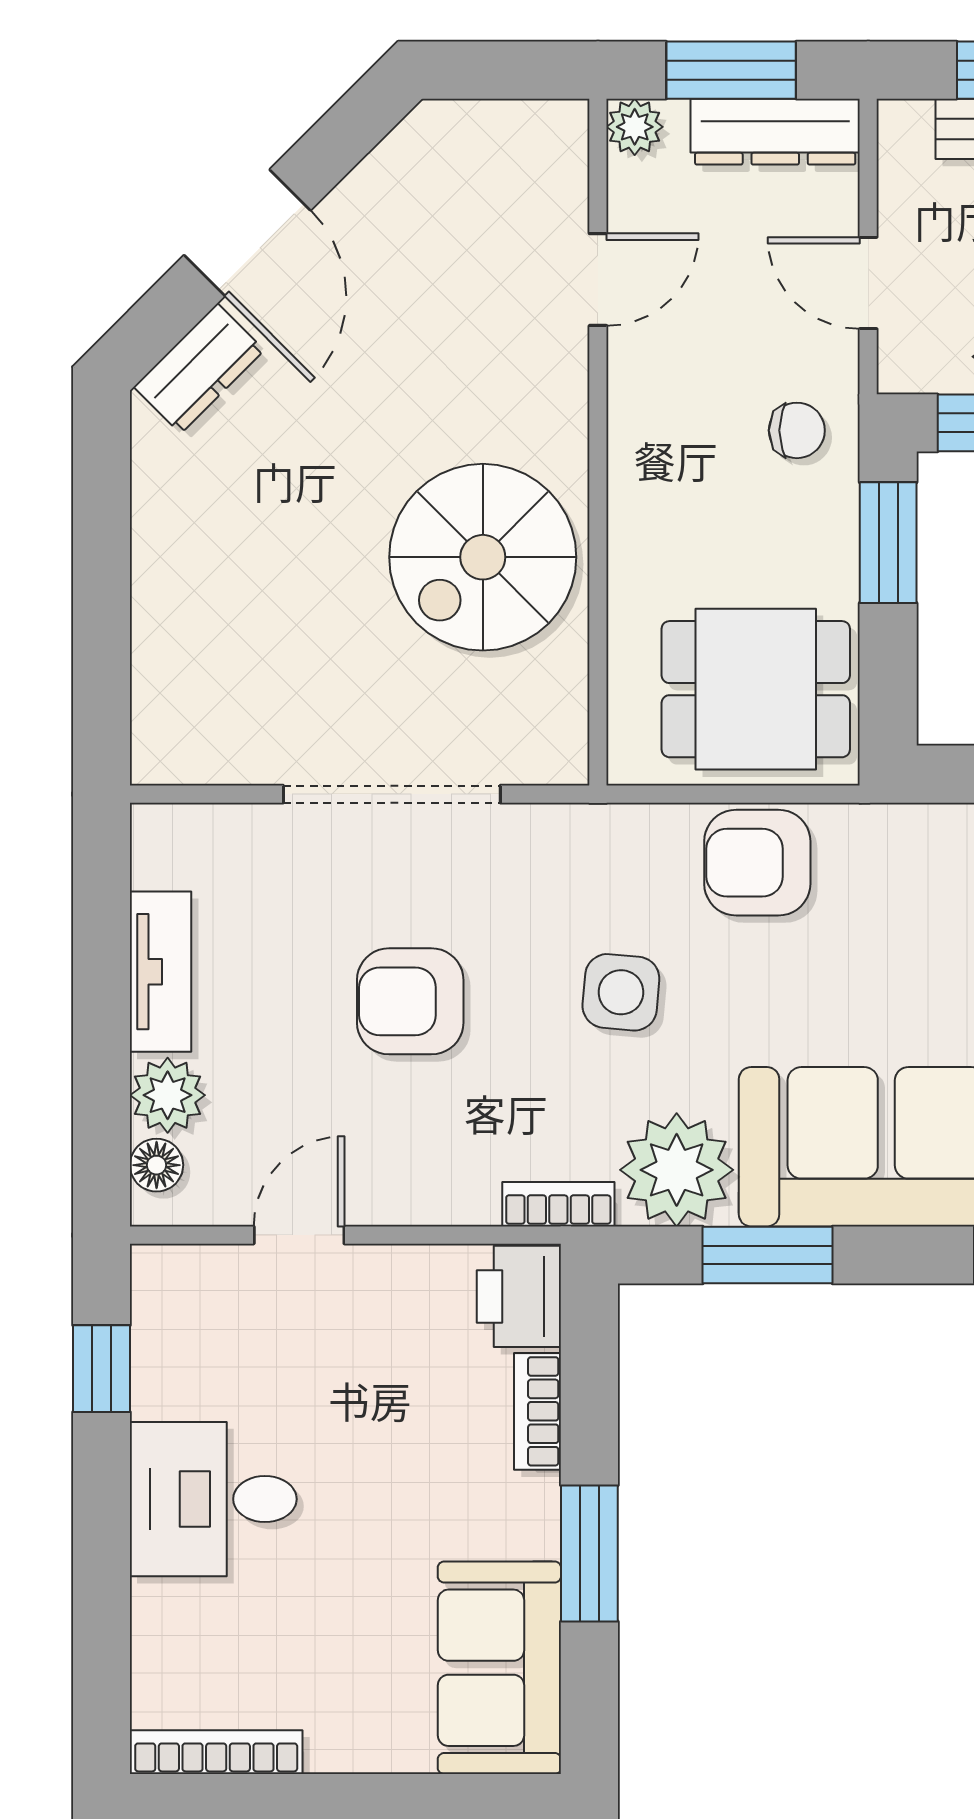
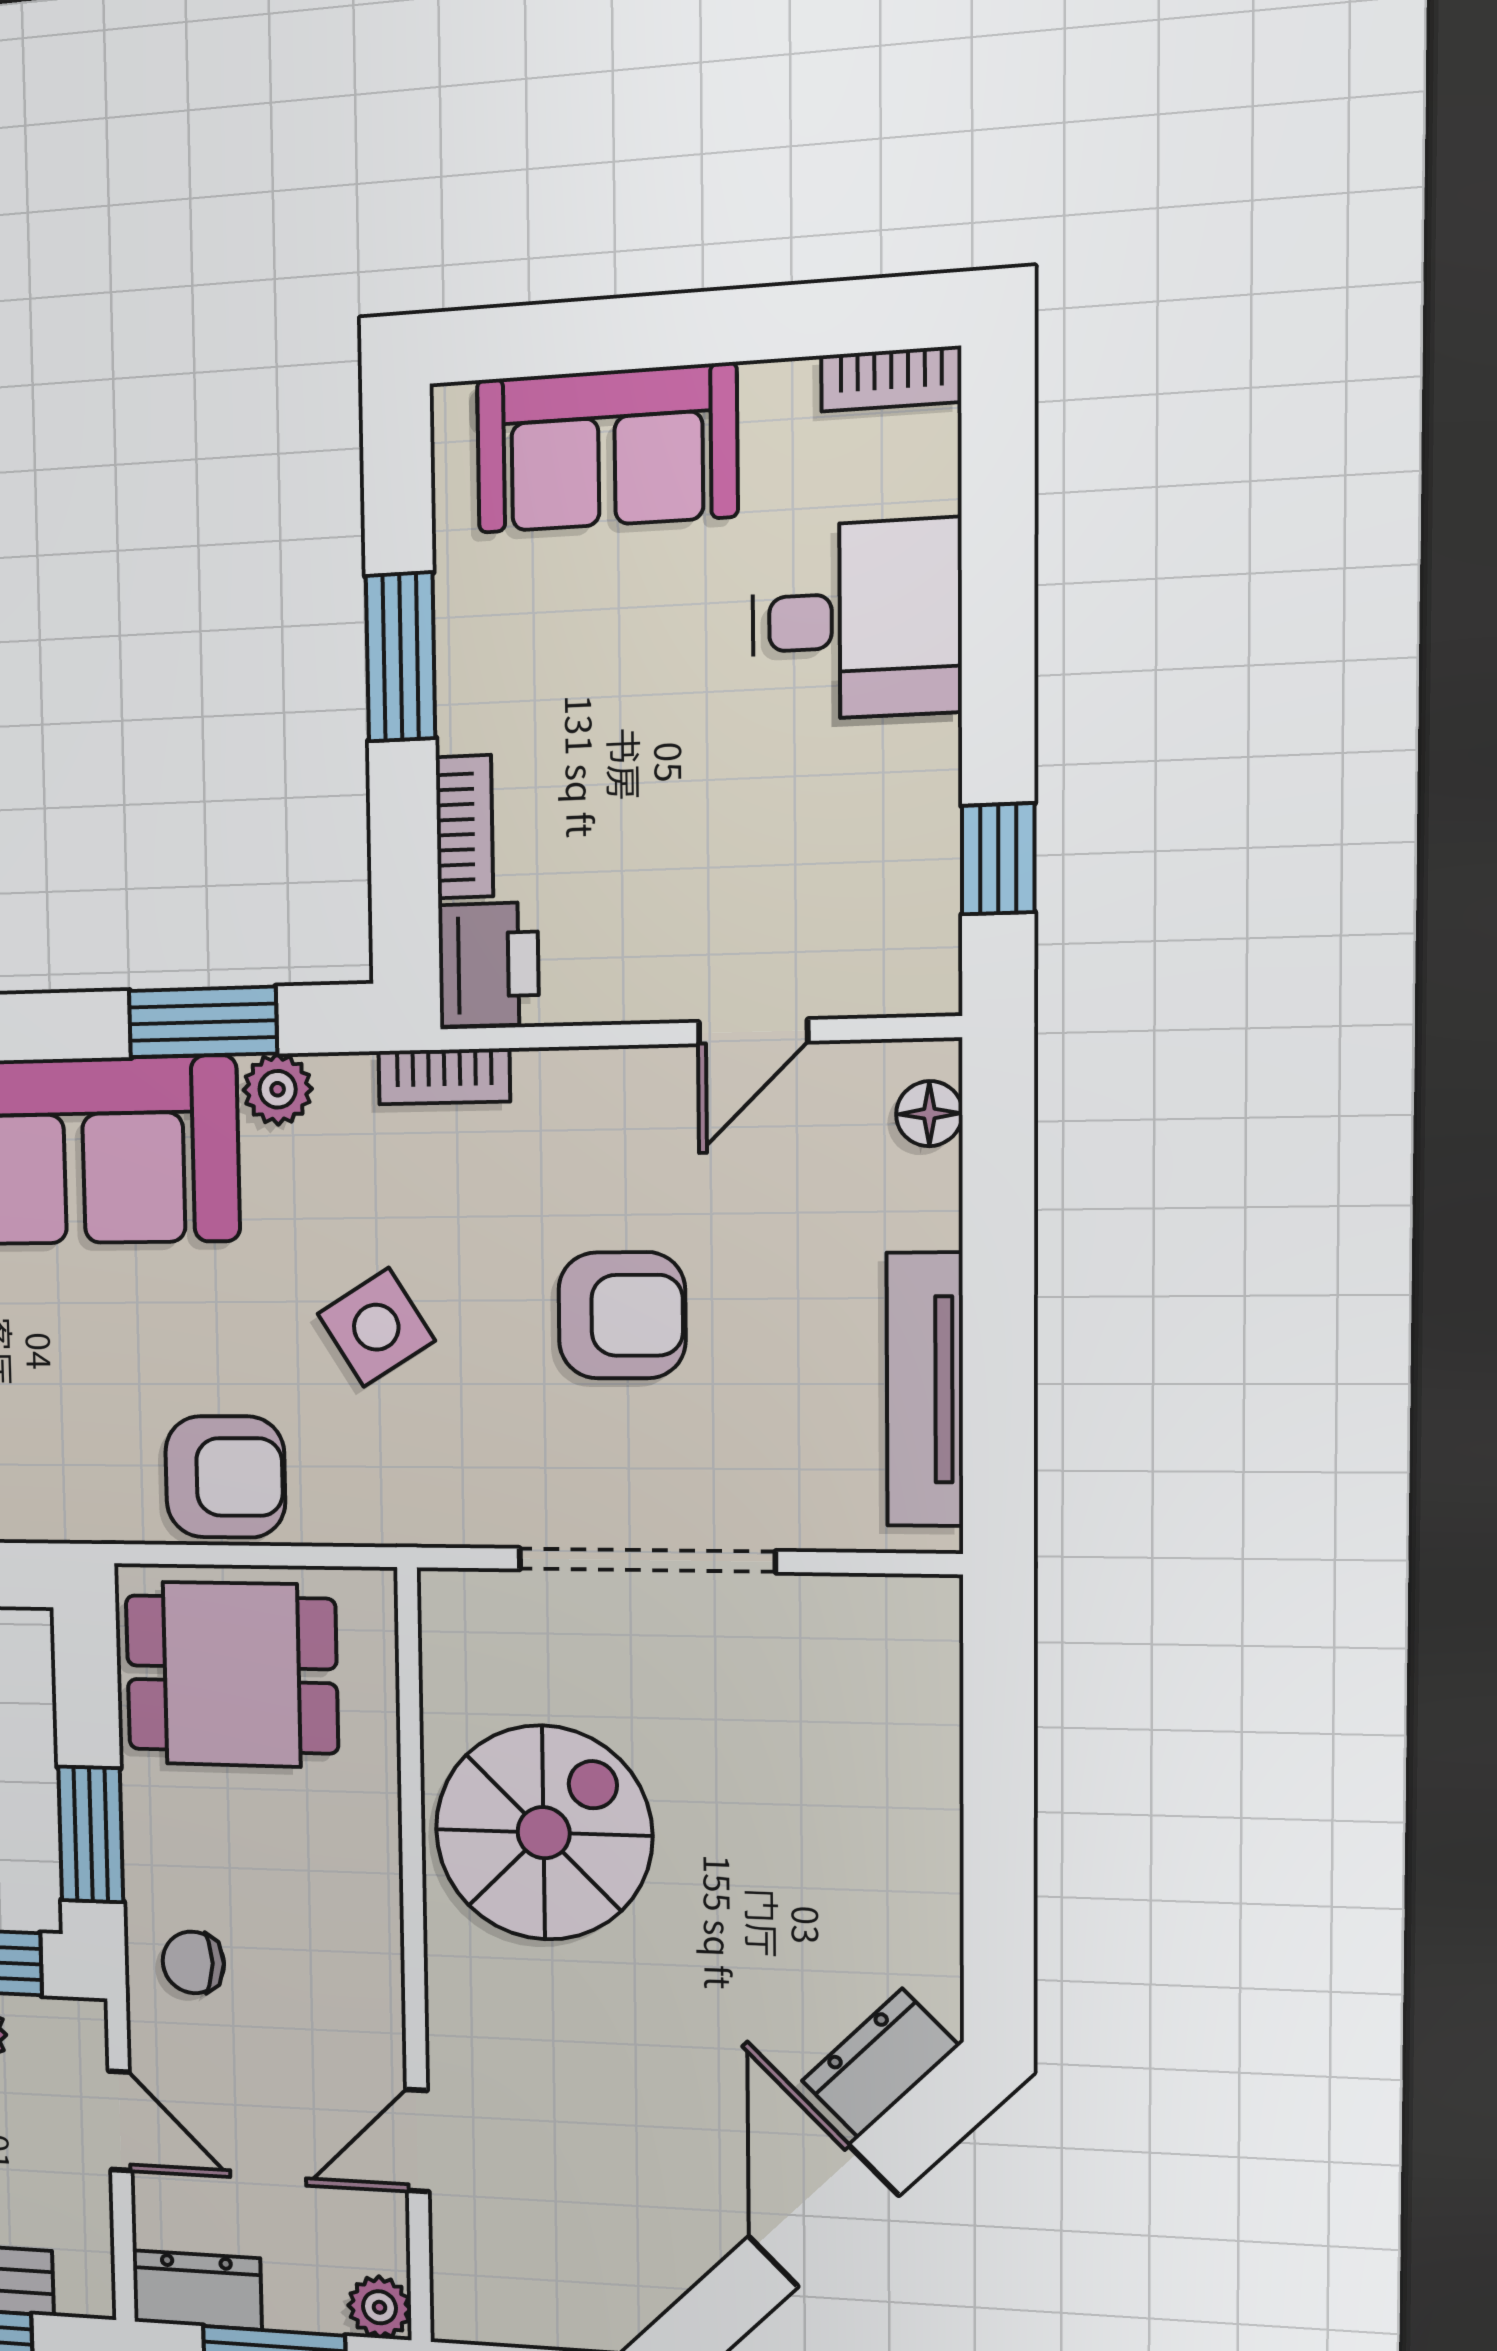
dresser: (775, 132) -> (197, 2290), width x0.70
tv unit: (161, 972) -> (925, 1390), width x1.41
side table: (621, 992) -> (376, 1327), turned -37
plant: (168, 1095) -> (916, 1199), removed
plant: (677, 1170) -> (278, 1089), width x0.53, depth x0.53
desk: (213, 1499) -> (857, 620), moved
sofa: (499, 1668) -> (607, 448), moved, turned 90
bookcase: (216, 1752) -> (891, 379), width x0.64

